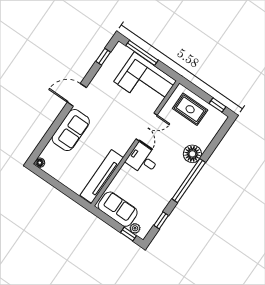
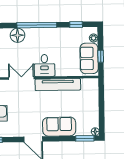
window: (40, 147) -> (85, 138), added
tv unit: (102, 176) -> (58, 85), moved
window: (128, 234) -> (101, 56), moved

